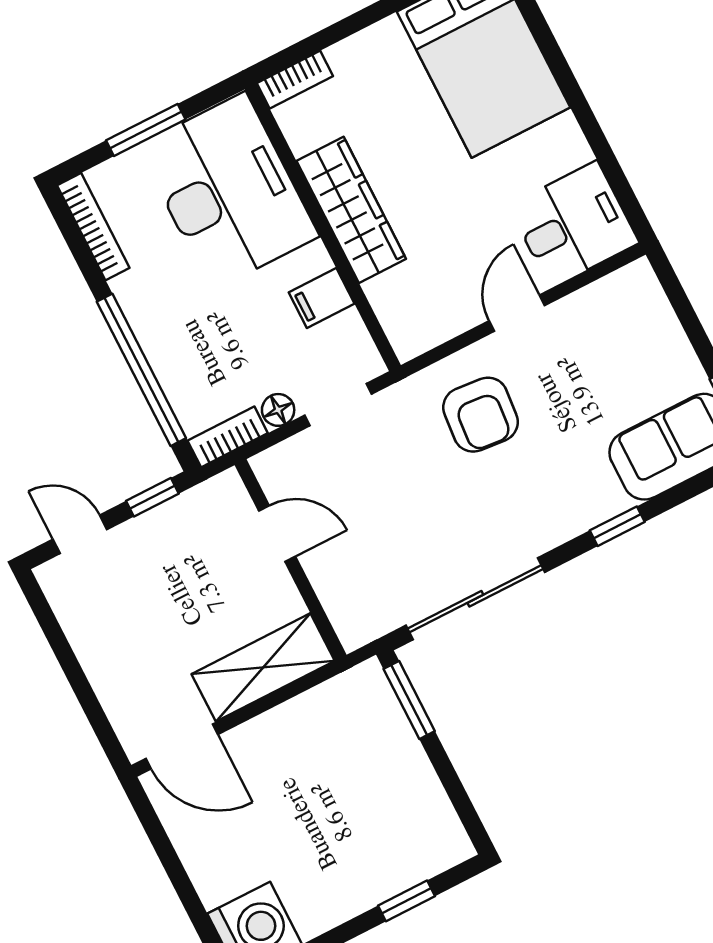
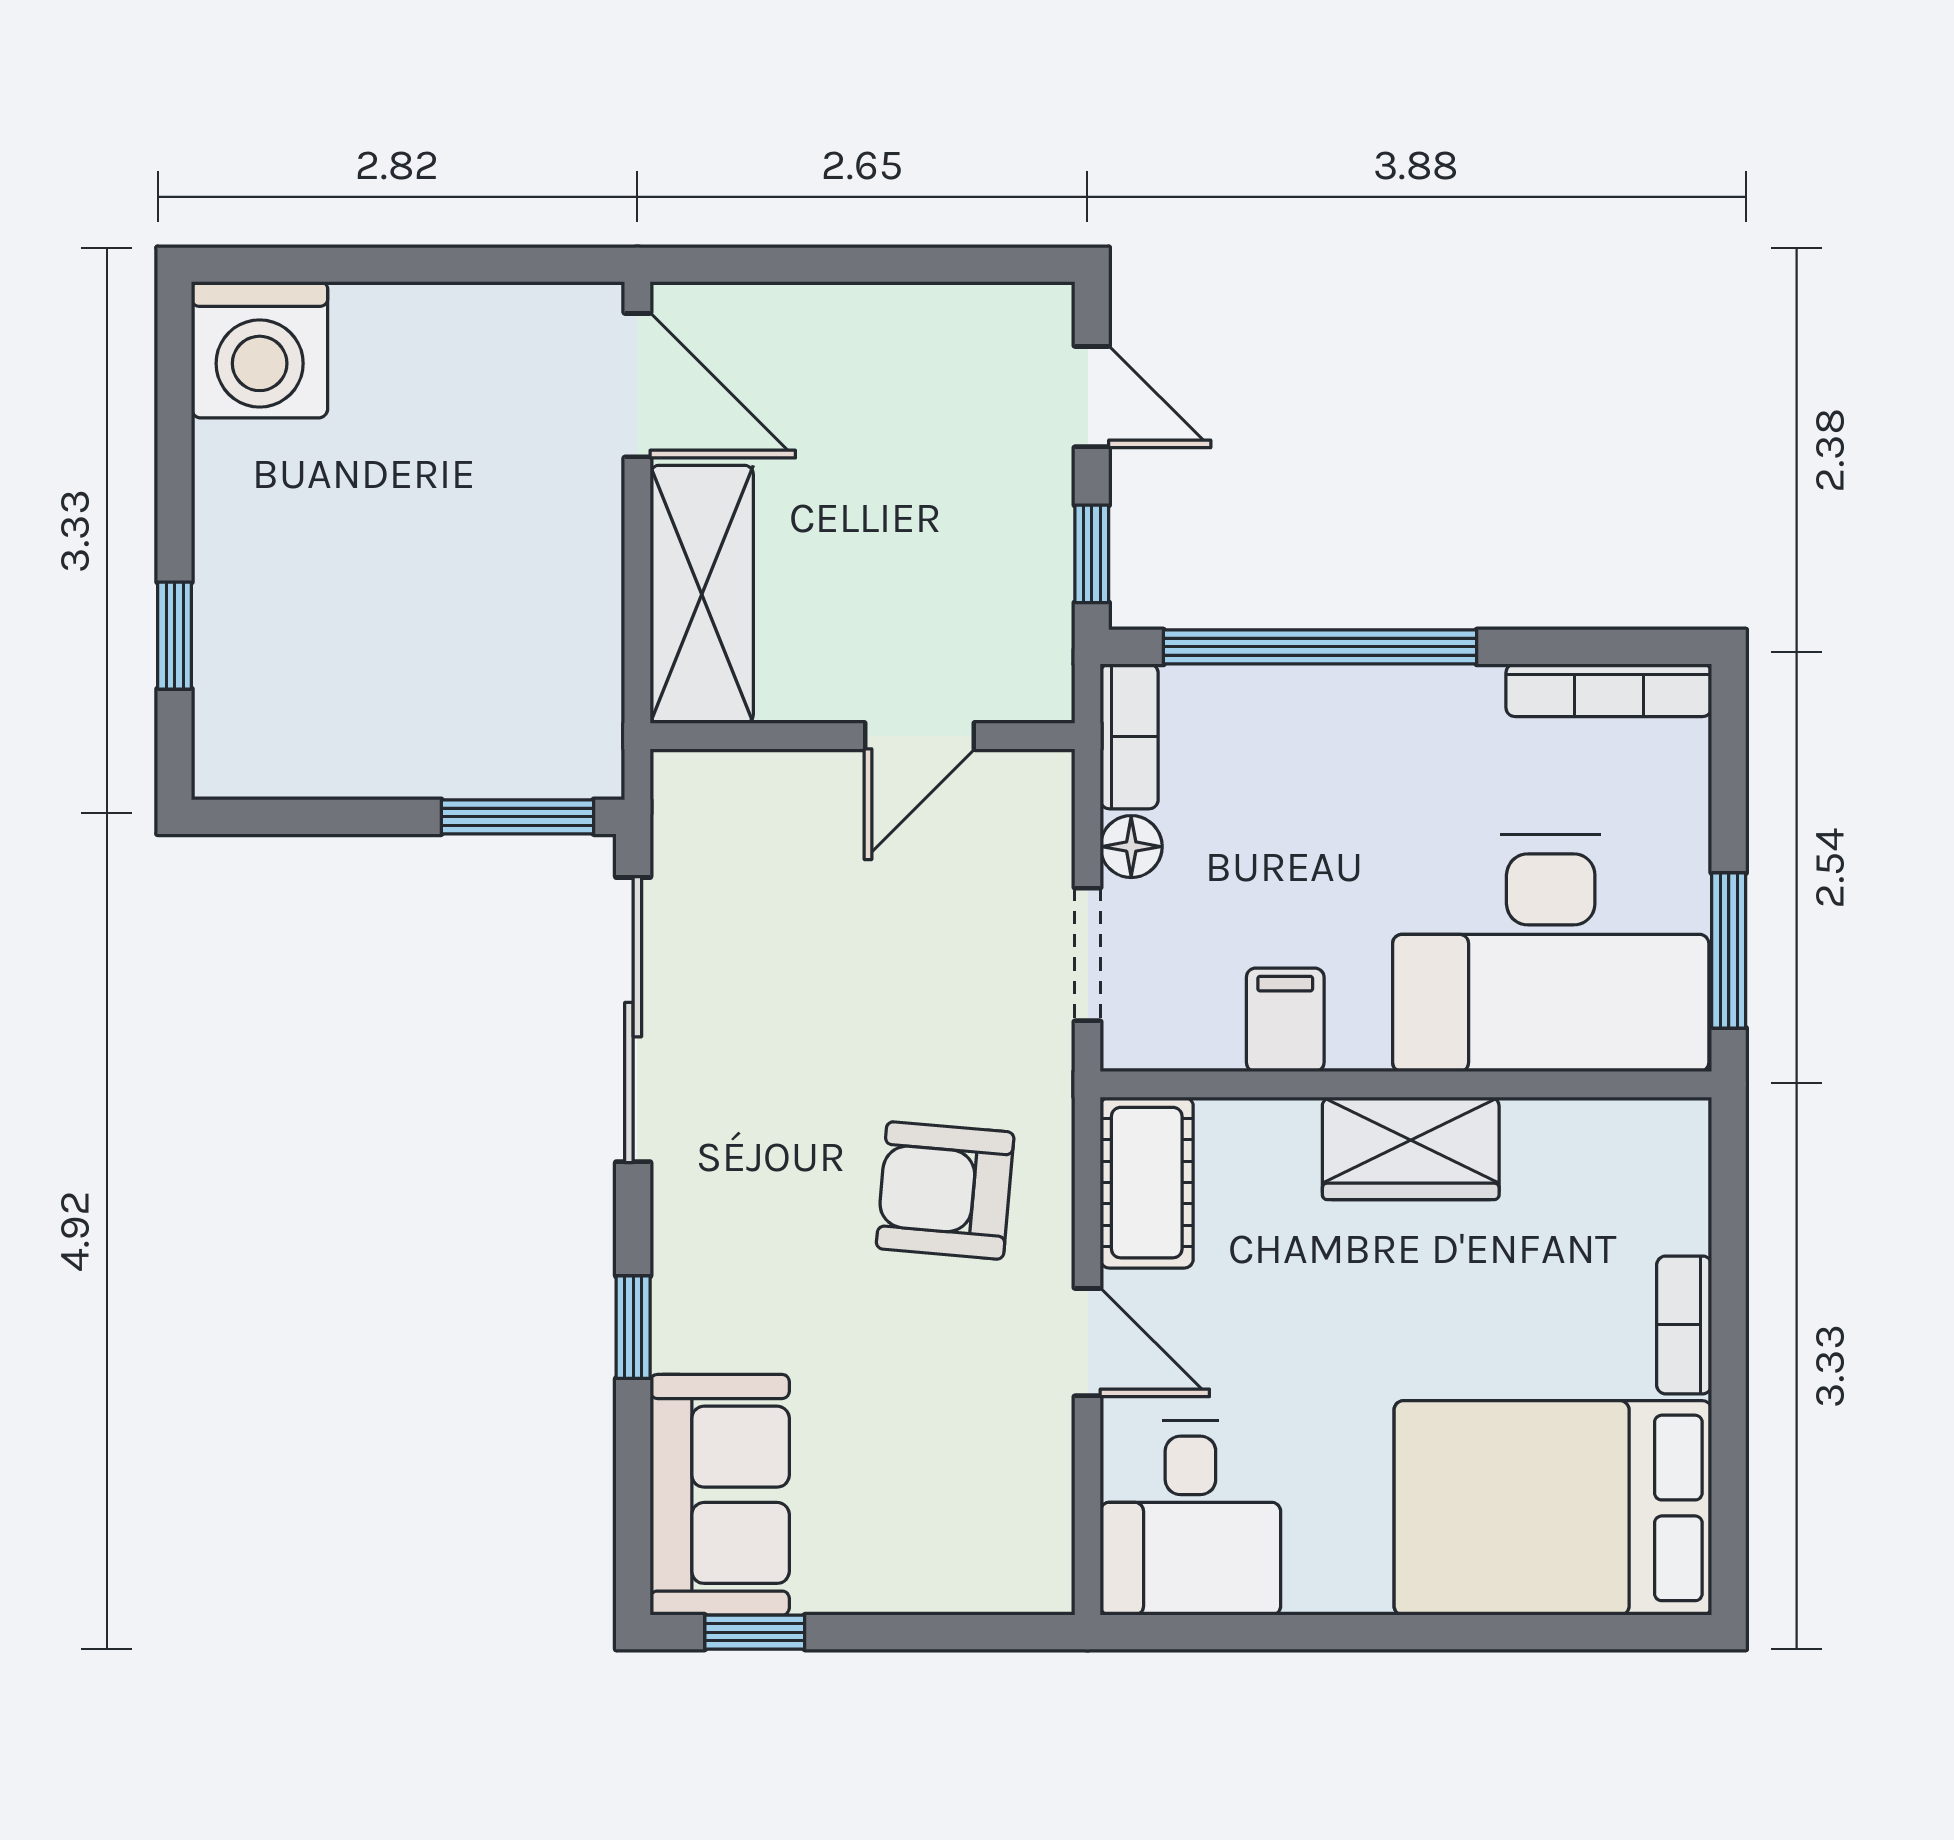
bookcase: (295, 80) -> (1684, 1325), moved
window: (146, 130) -> (1729, 950), moved
wardrobe: (351, 210) -> (1411, 1148), width x0.67
cot: (429, 323) -> (1147, 1183), added
door: (80, 534) -> (1092, 397), hinge flipped
door: (182, 746) -> (637, 385), swing flipped

